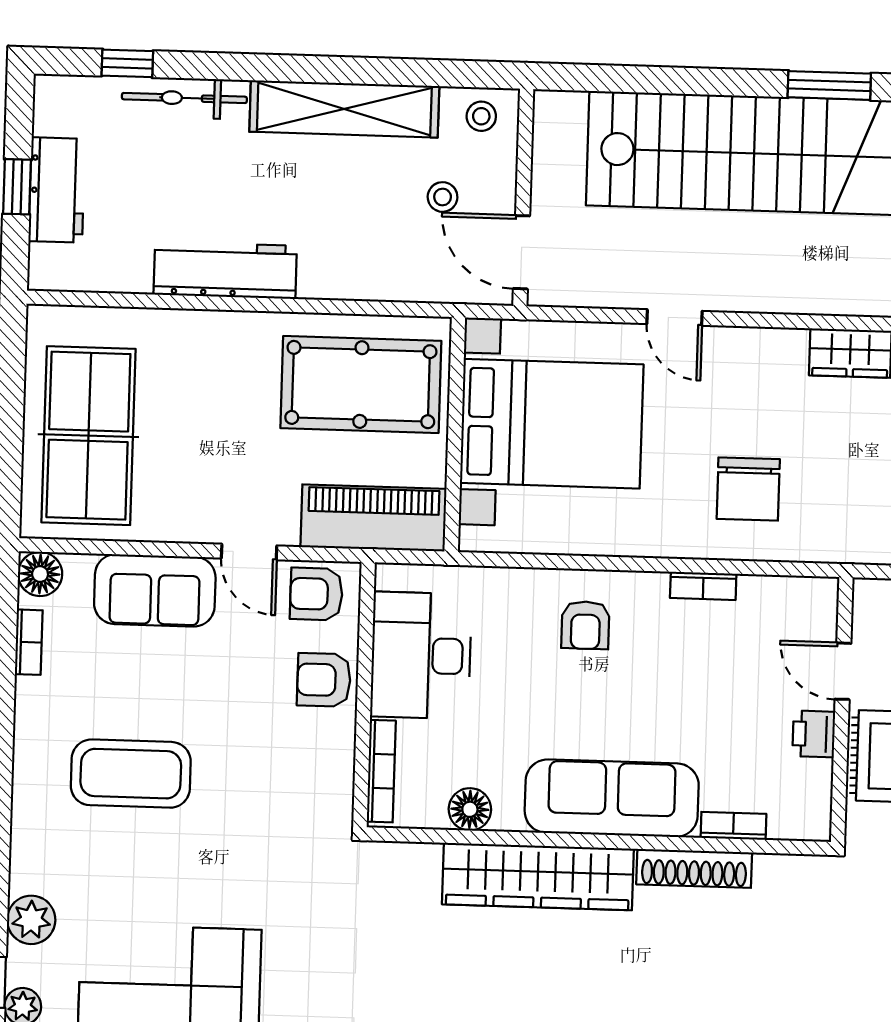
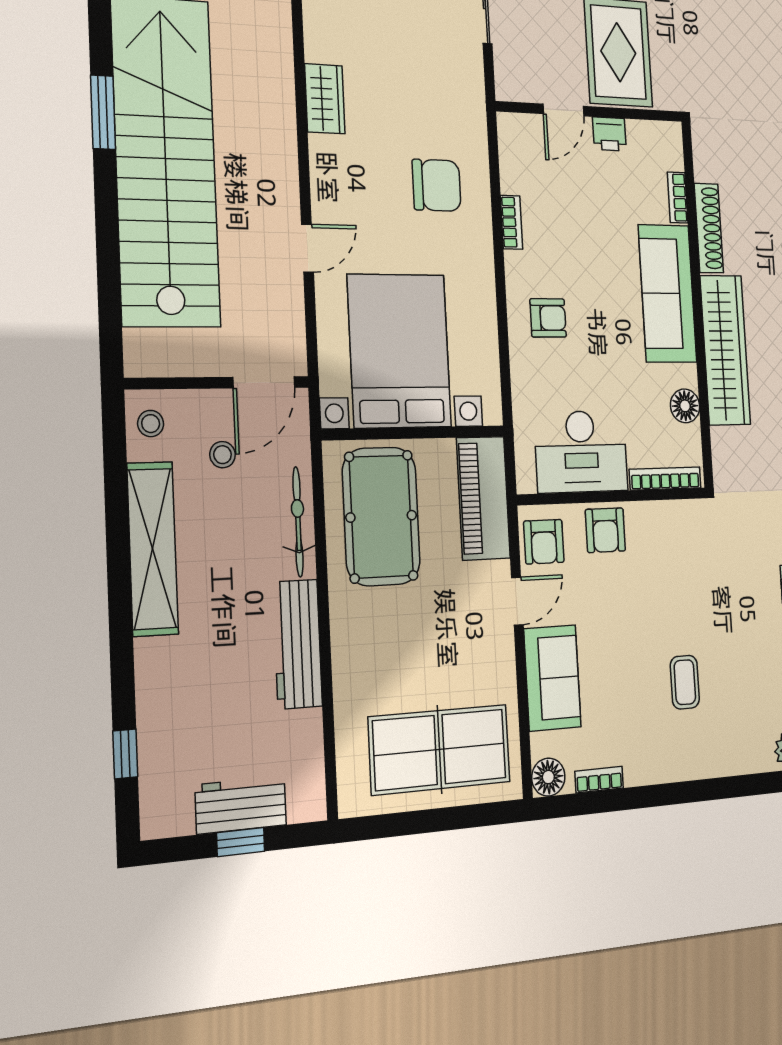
bicycle: (184, 98) -> (298, 522), moved, turned 180
coffee table: (131, 774) -> (685, 682), width x0.54, depth x0.58

